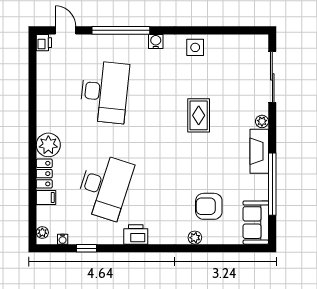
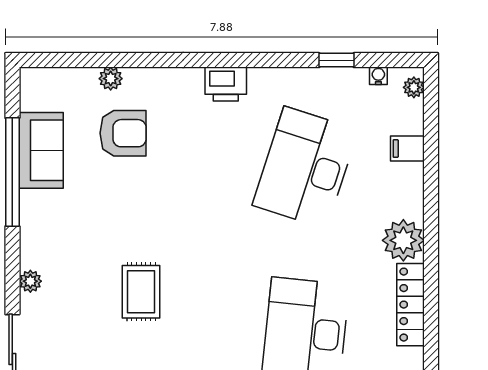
fireplace: (259, 151) -> (35, 229), removed
locker: (44, 174) -> (410, 305), moved, width x1.53
sofa: (256, 223) -> (41, 150), moved
printer: (136, 234) -> (226, 84), moved
plant: (195, 238) -> (111, 79), moved

